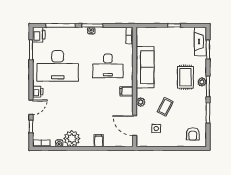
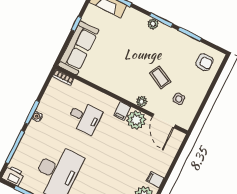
desk: (108, 66) -> (85, 117), width x0.73
sofa: (145, 67) -> (78, 48), moved, turned 90
rug: (185, 77) -> (139, 39), removed
plant: (125, 105) -> (136, 120), added
door: (135, 126) -> (164, 121), hinge flipped
filing cabinet: (99, 141) -> (155, 180), moved

